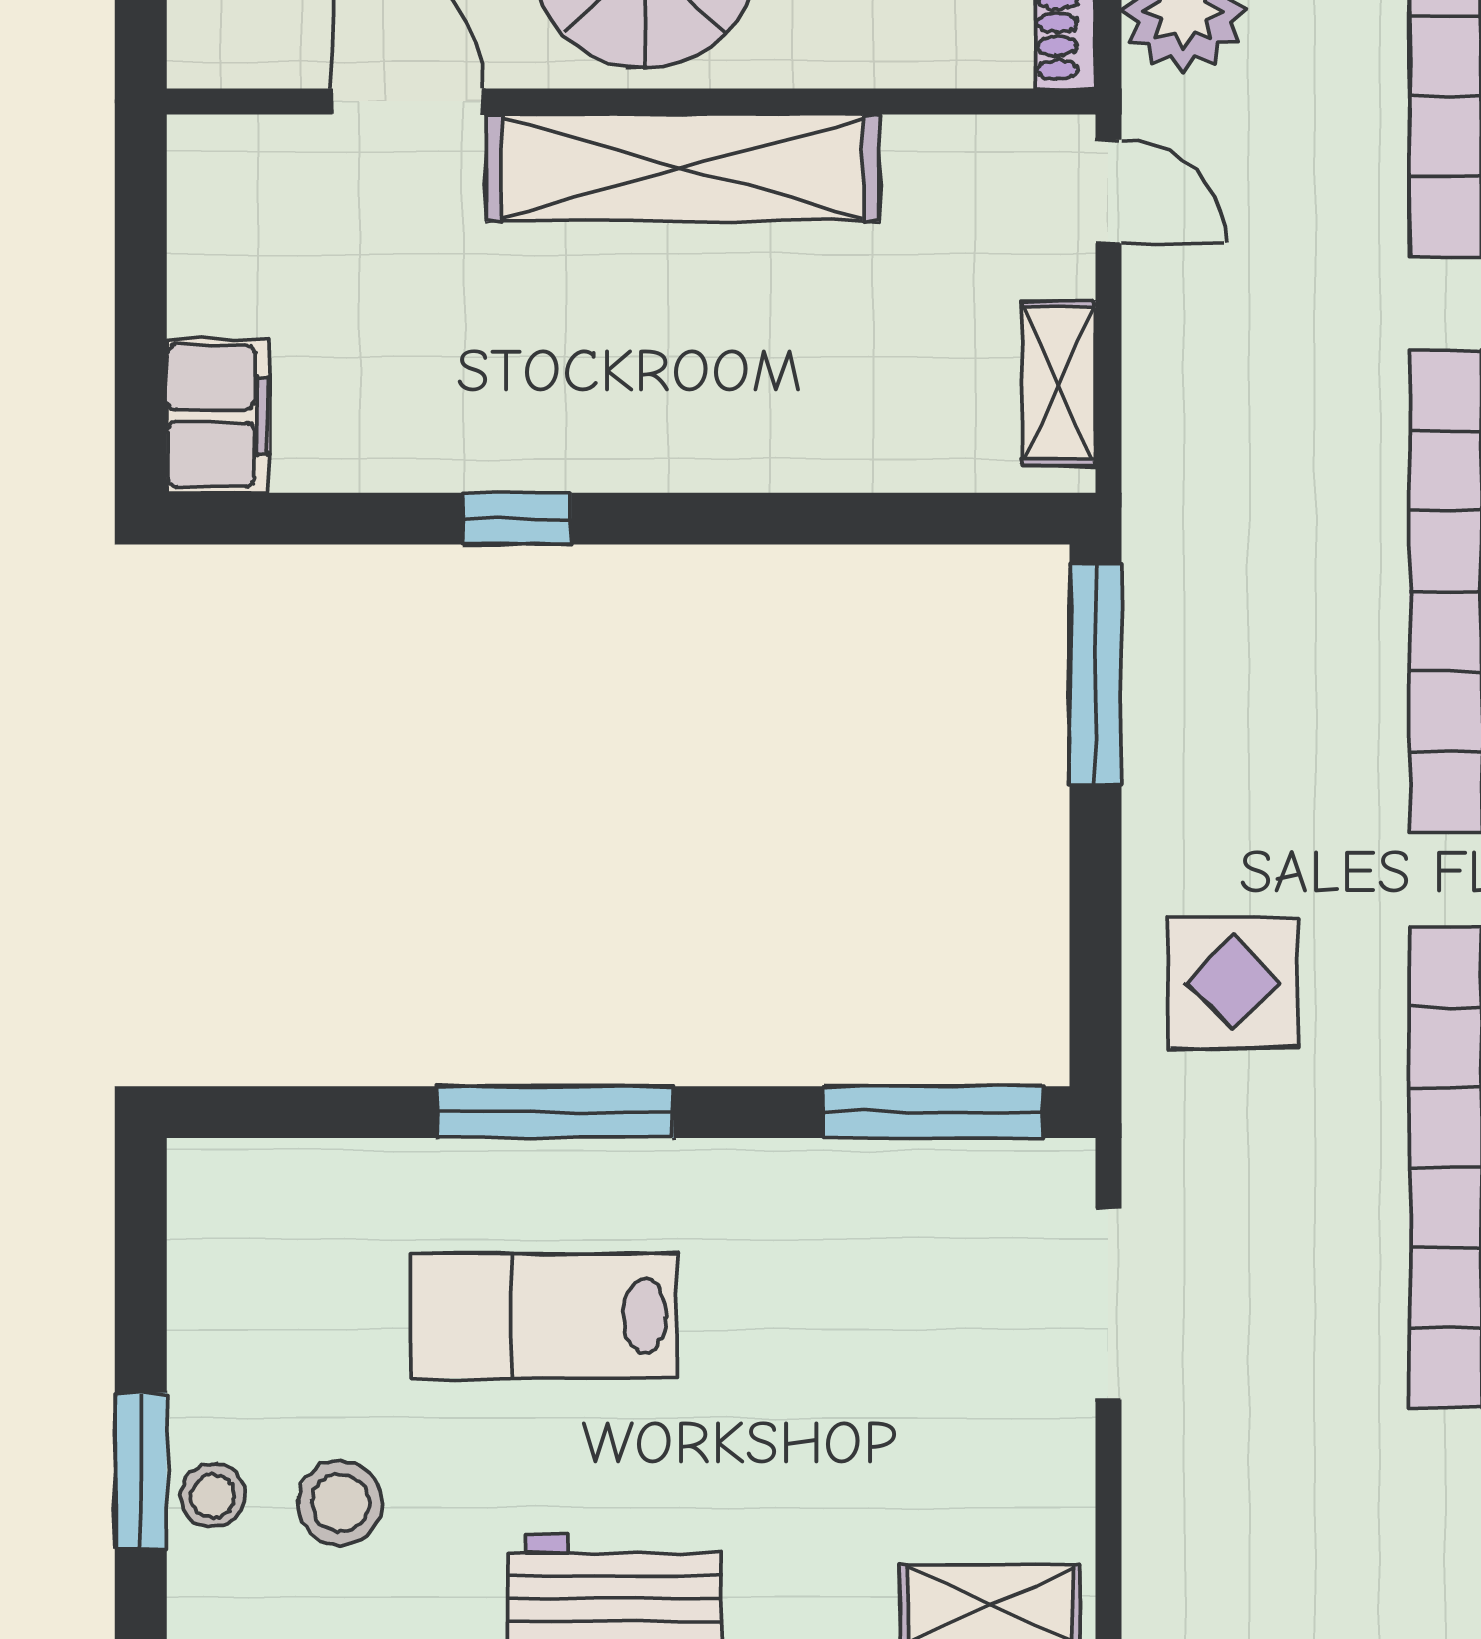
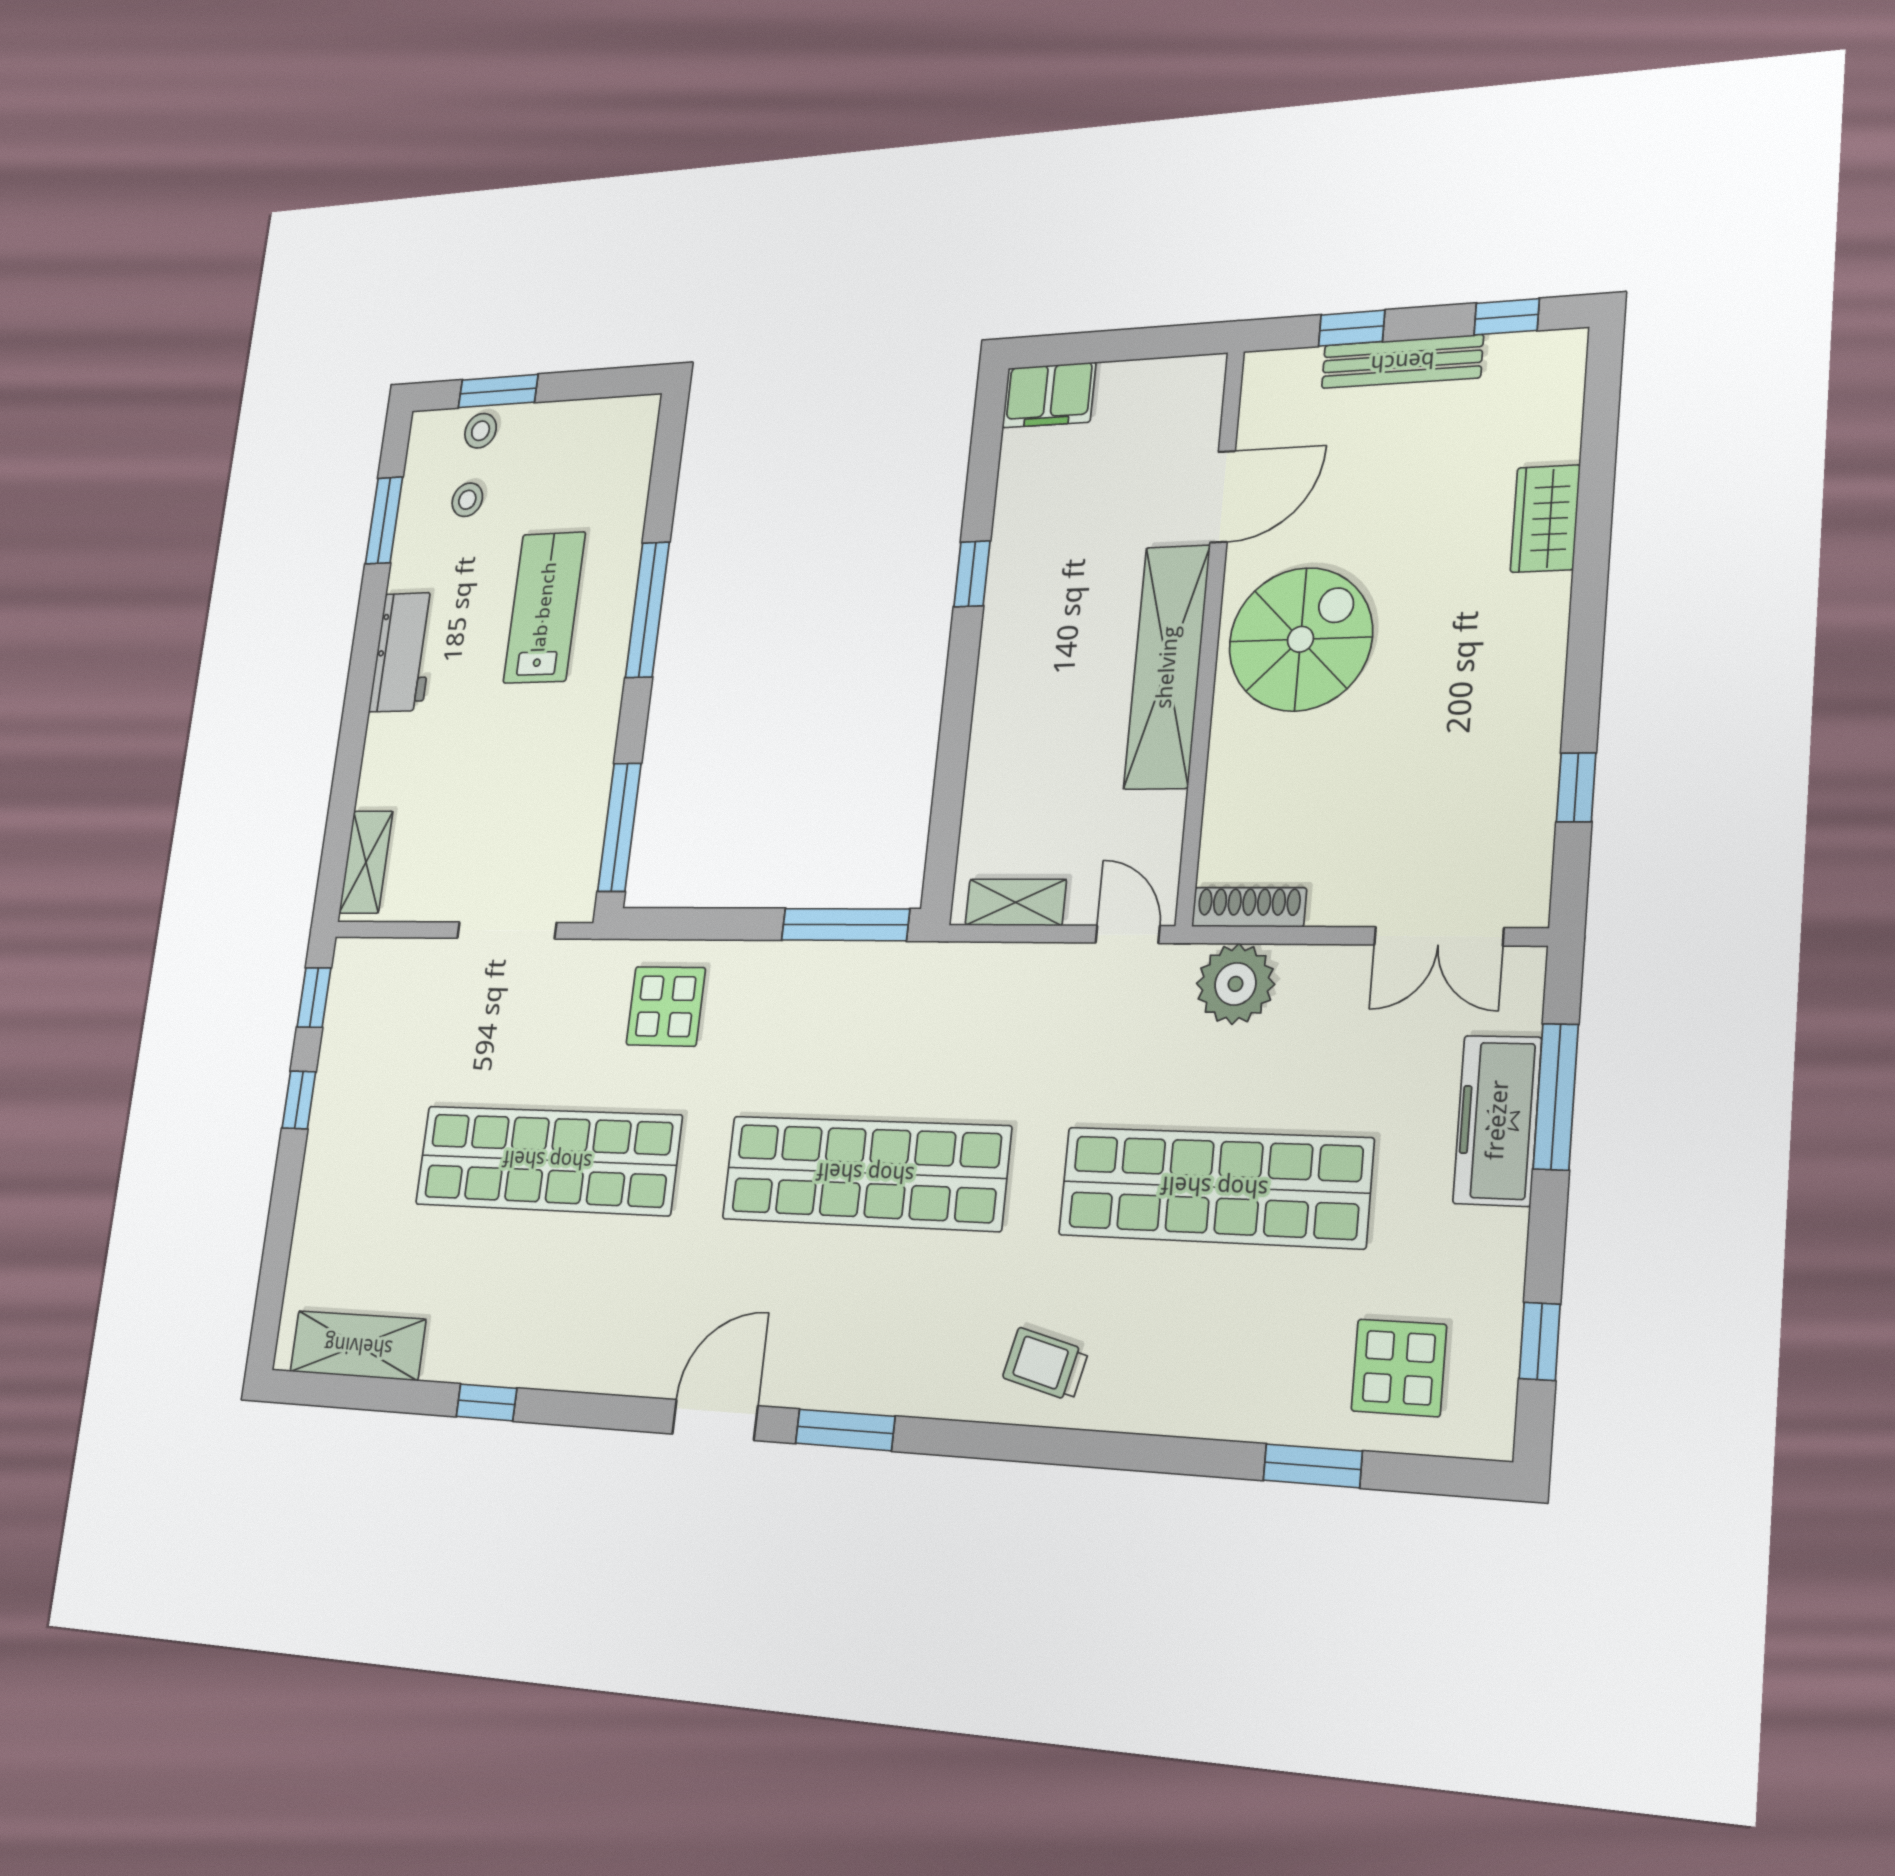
door: (1108, 192) -> (1128, 934), swing flipped
stool: (340, 1503) -> (467, 500), width x0.73, depth x0.73

